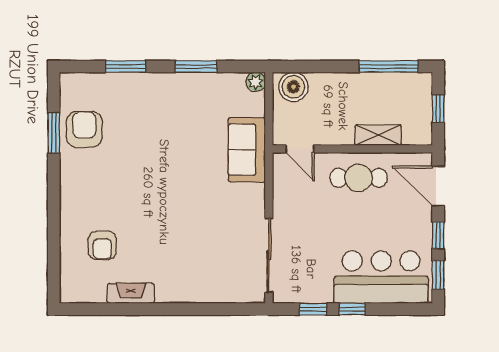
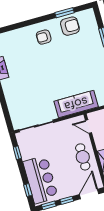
door: (300, 149) -> (88, 127), hinge flipped
sofa: (247, 150) -> (76, 104), width x1.36
armchair: (102, 245) -> (44, 37), moved
window: (352, 309) -> (28, 190), moved

